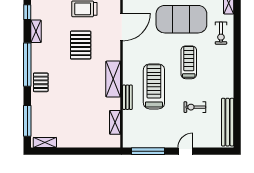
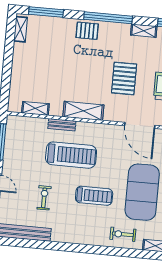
pallet: (81, 45) -> (124, 78), turned 90

